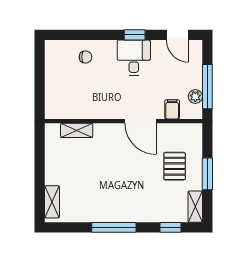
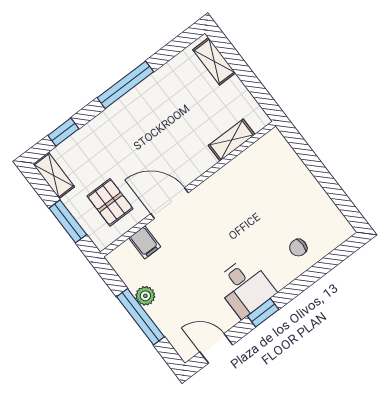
filing cabinet: (172, 109) -> (145, 242), moved
wall: (124, 121) -> (188, 189), moved
door: (140, 121) -> (170, 203), moved
shelving: (77, 130) -> (232, 140), moved

